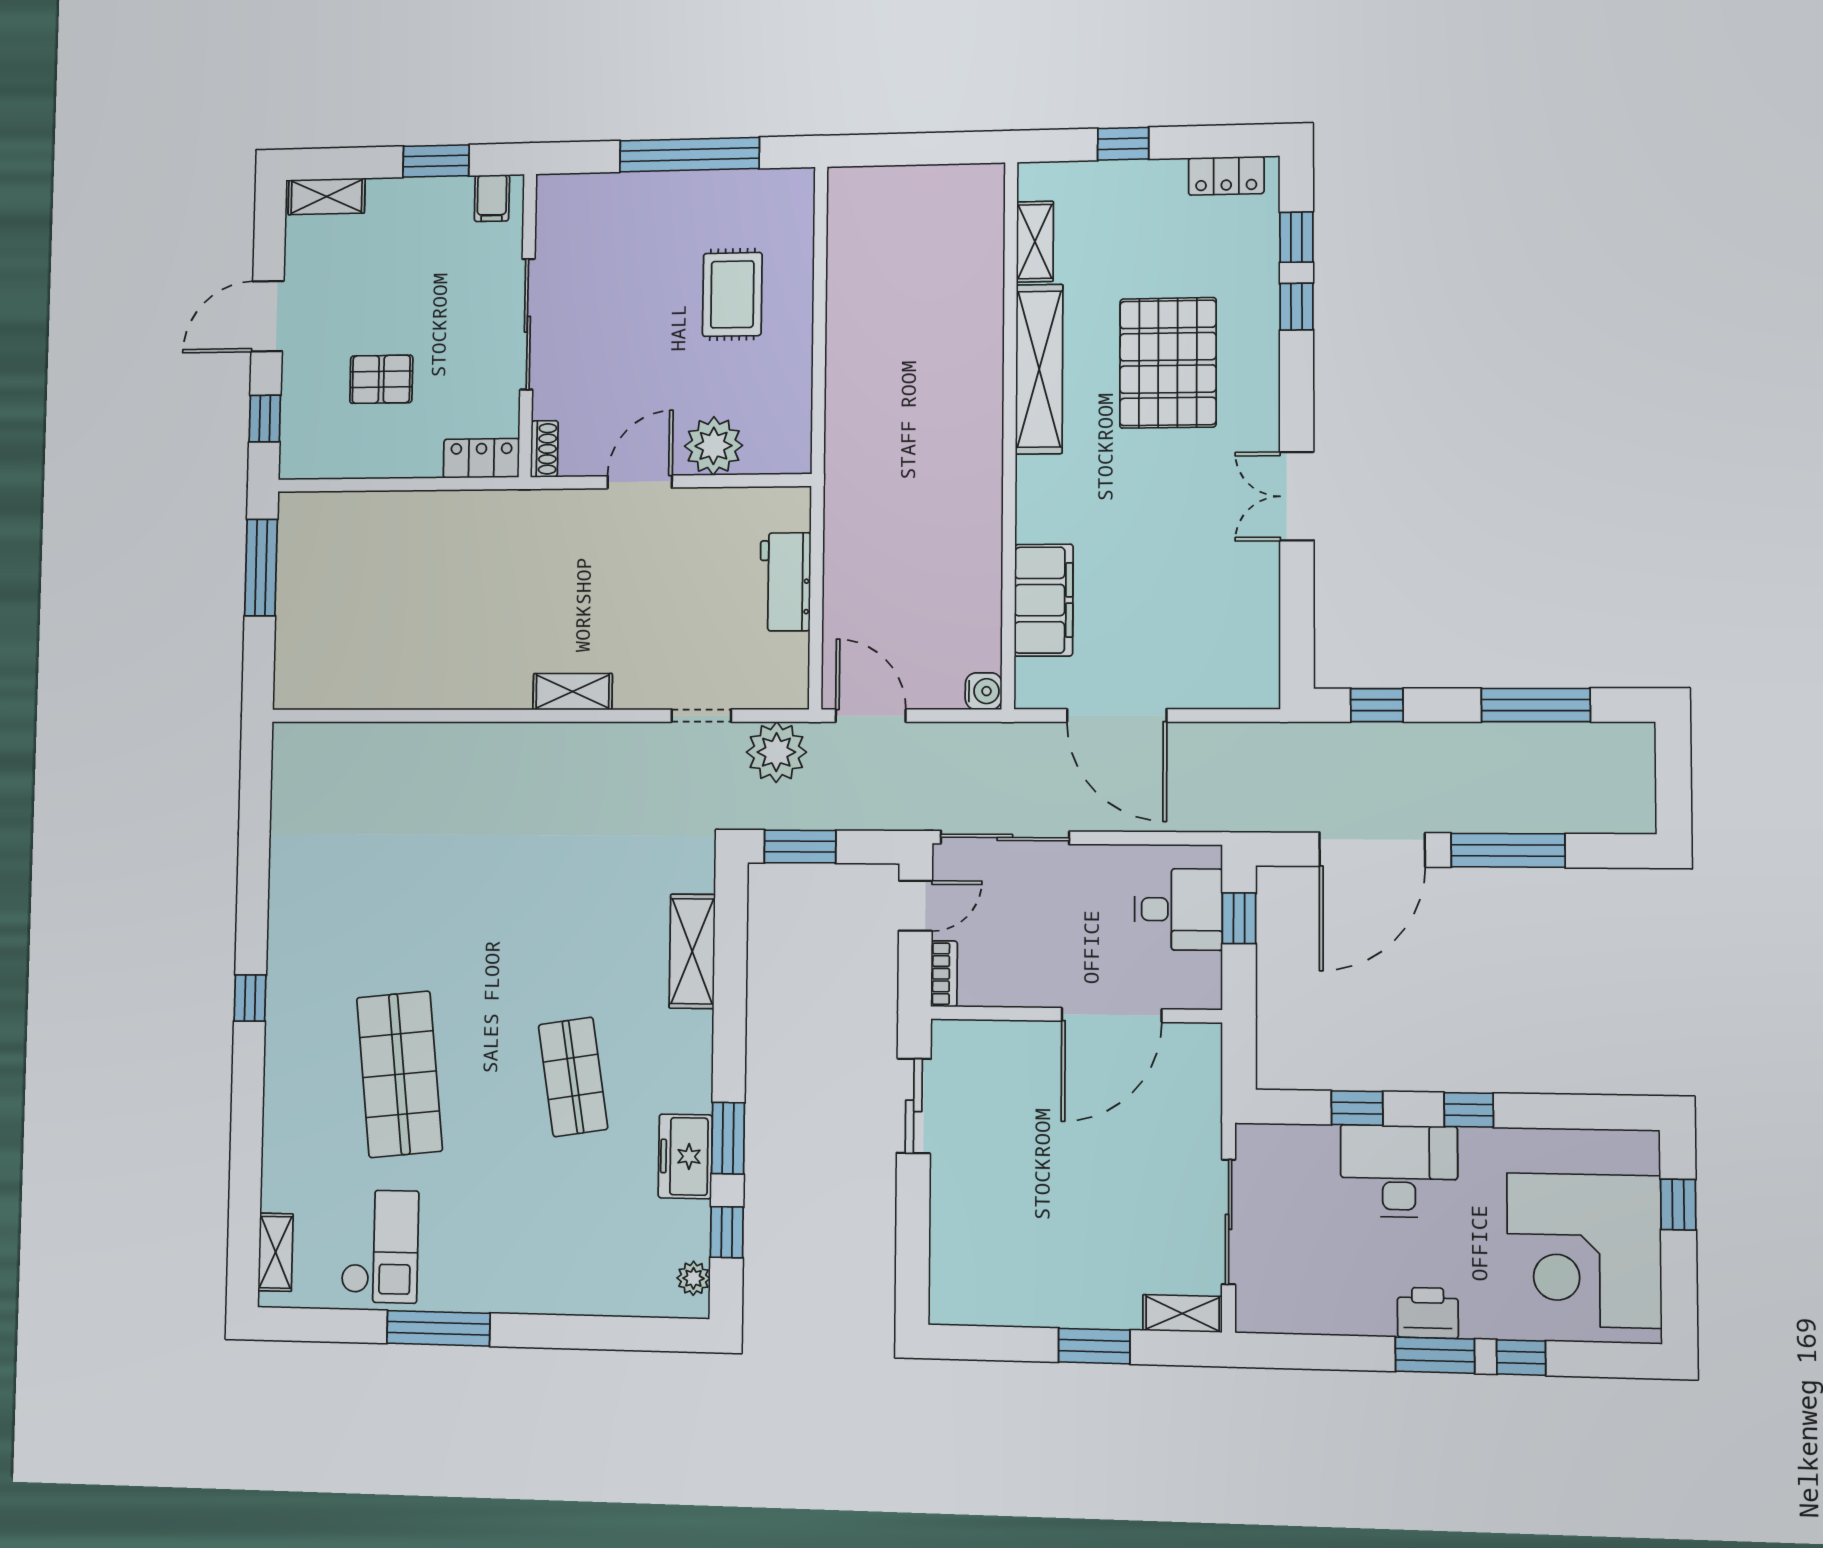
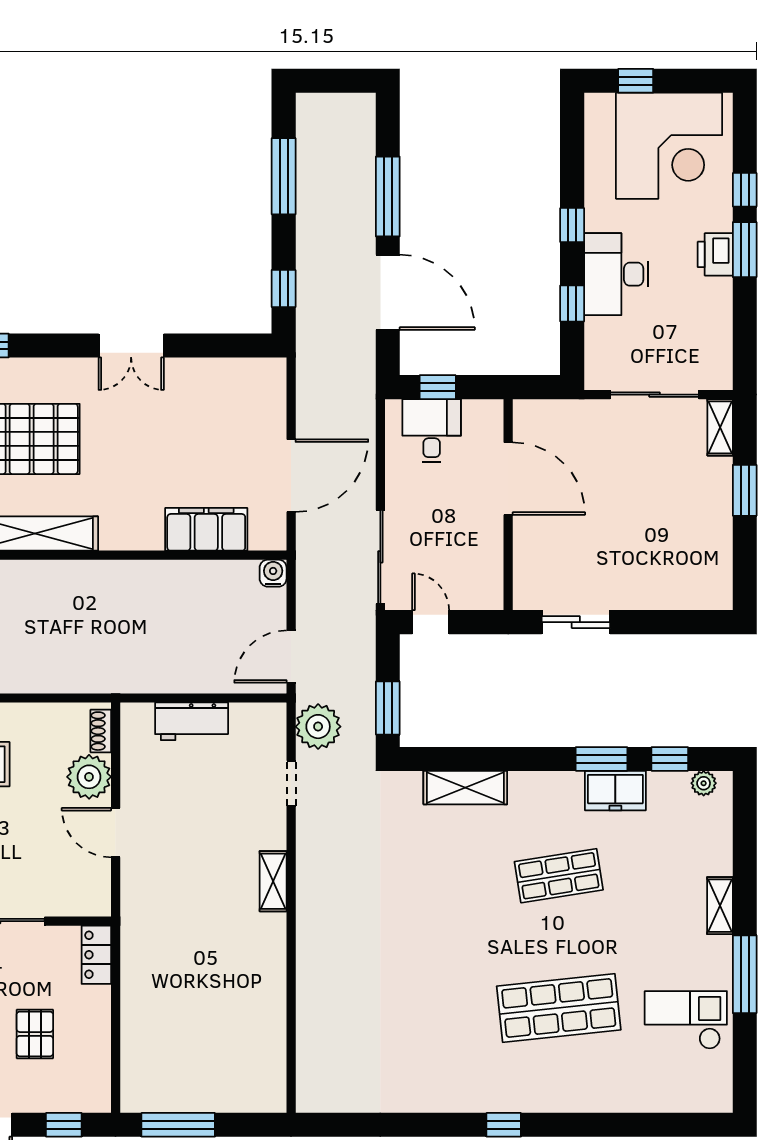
shoe rack: (544, 449) -> (101, 731), moved, turned -90
bookcase: (944, 974) -> (480, 601), removed
shelving: (276, 1252) -> (720, 906), moved, turned 90

